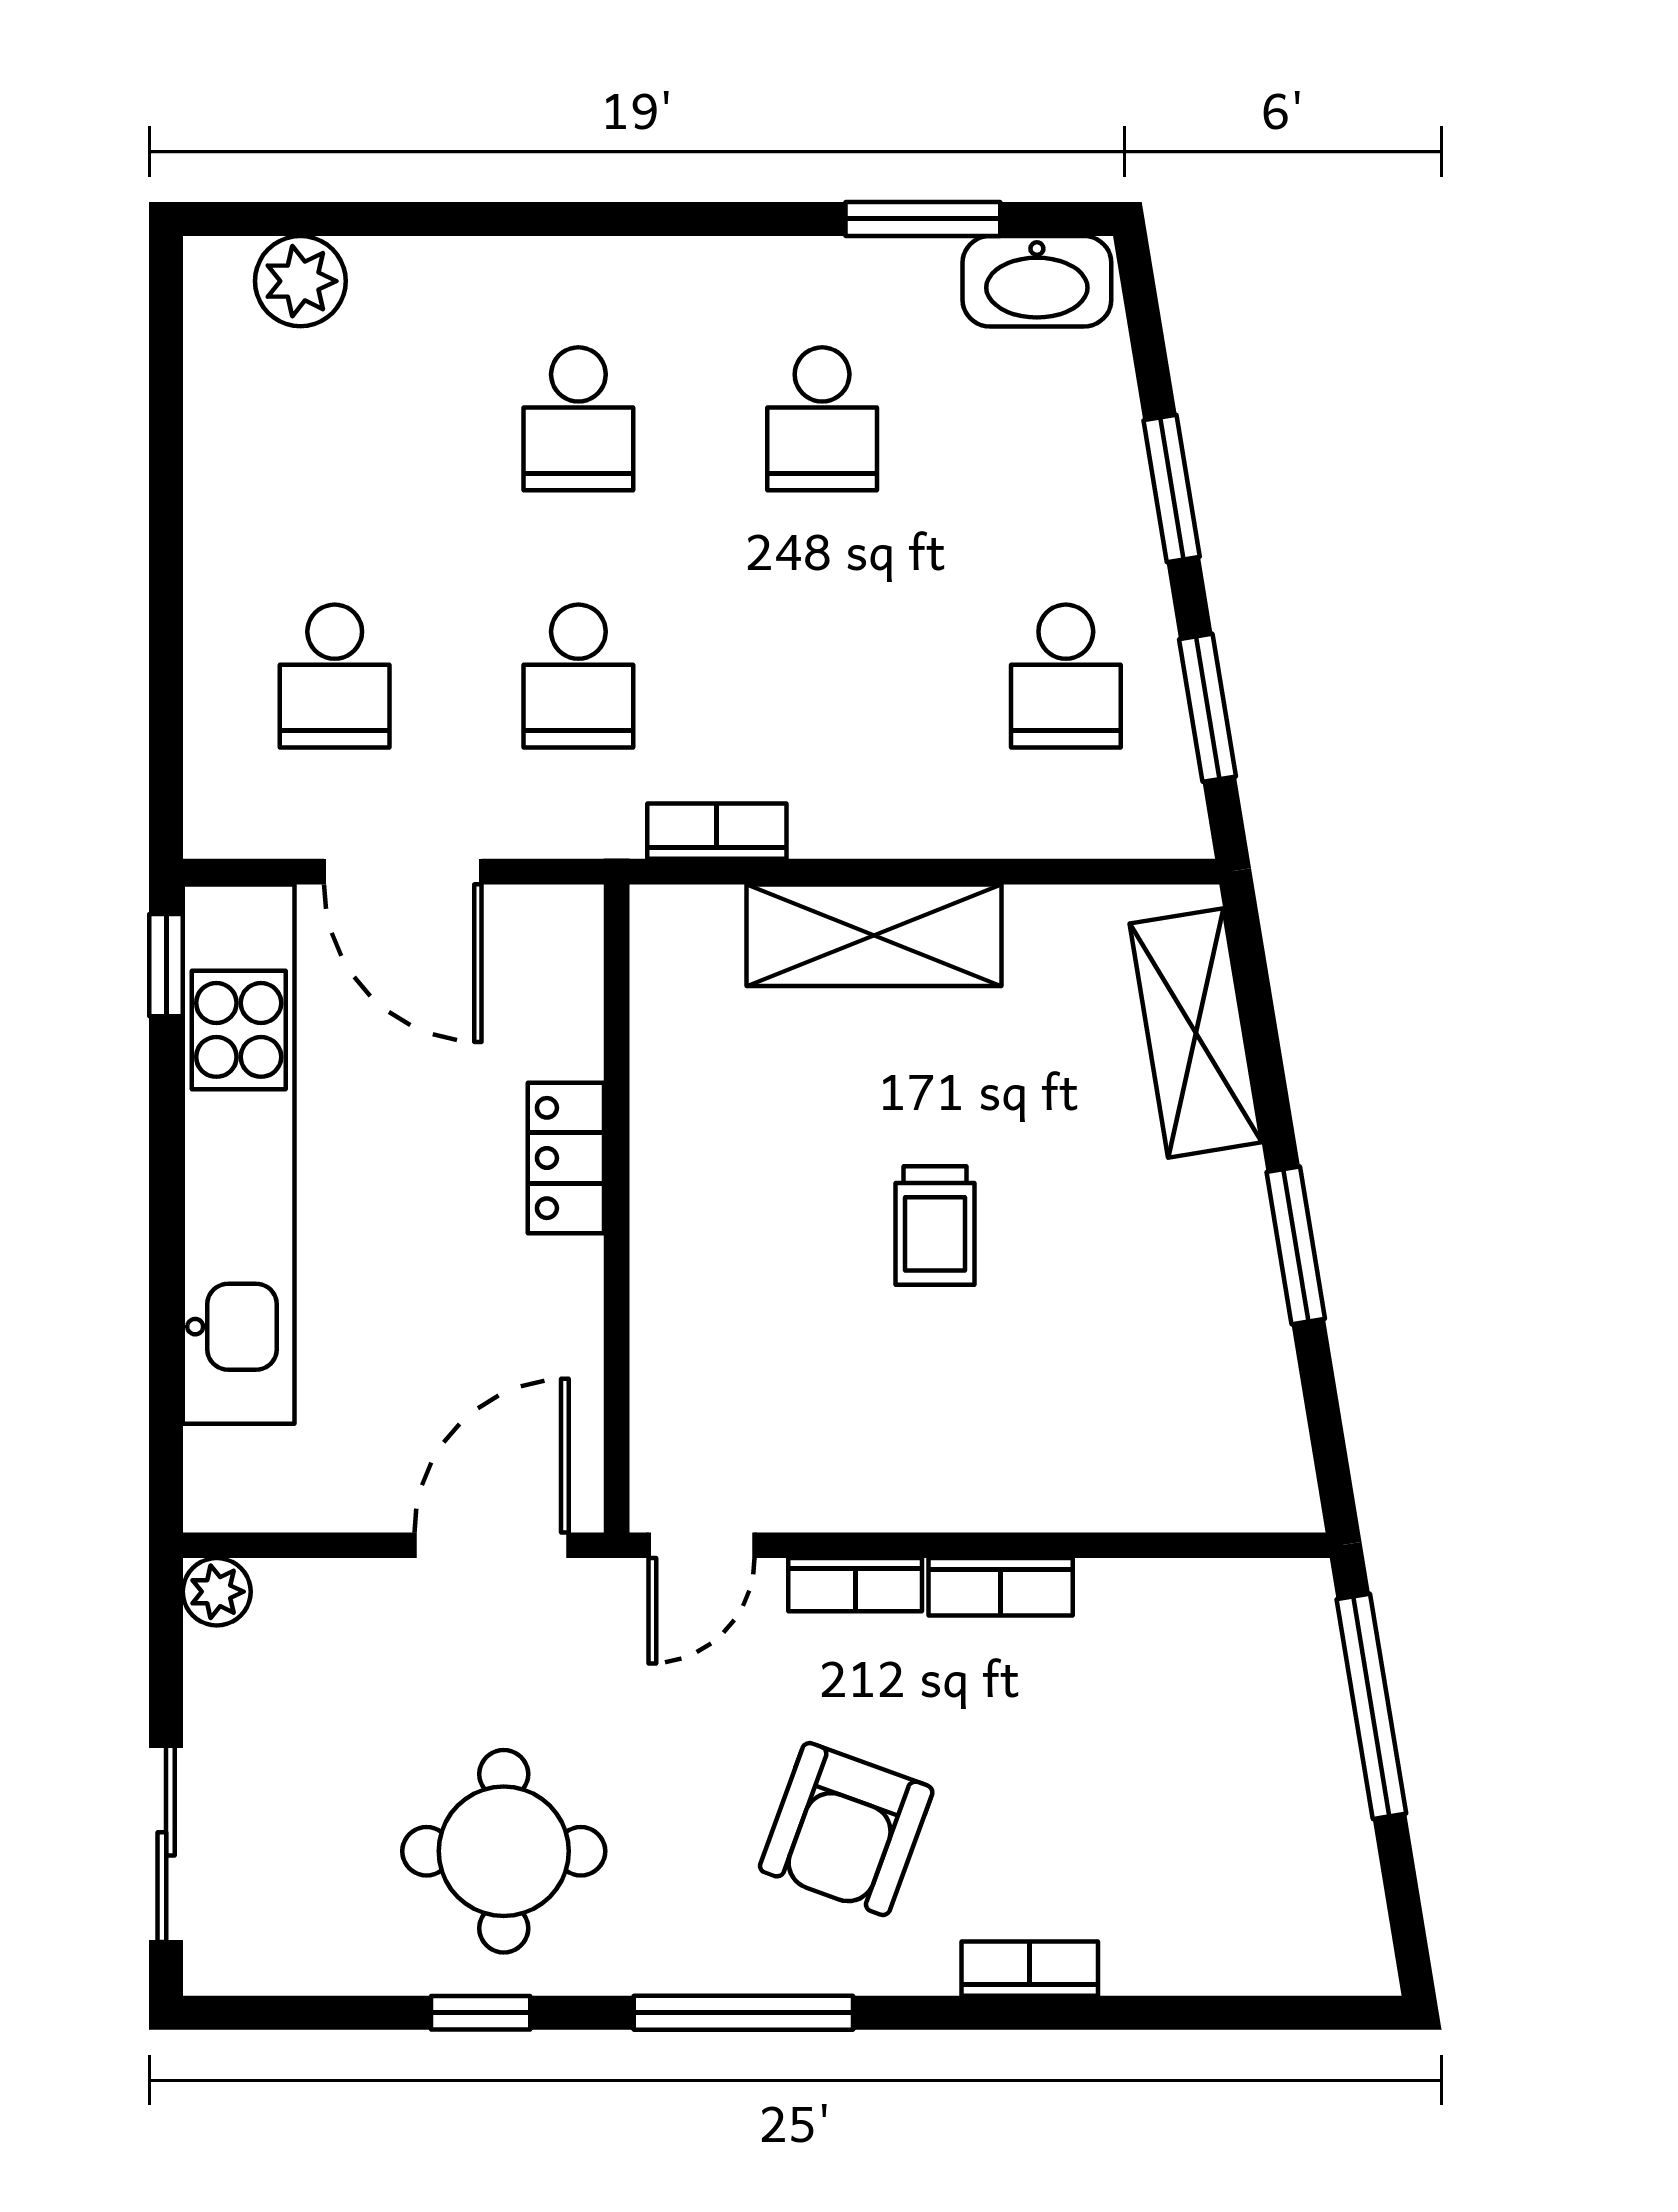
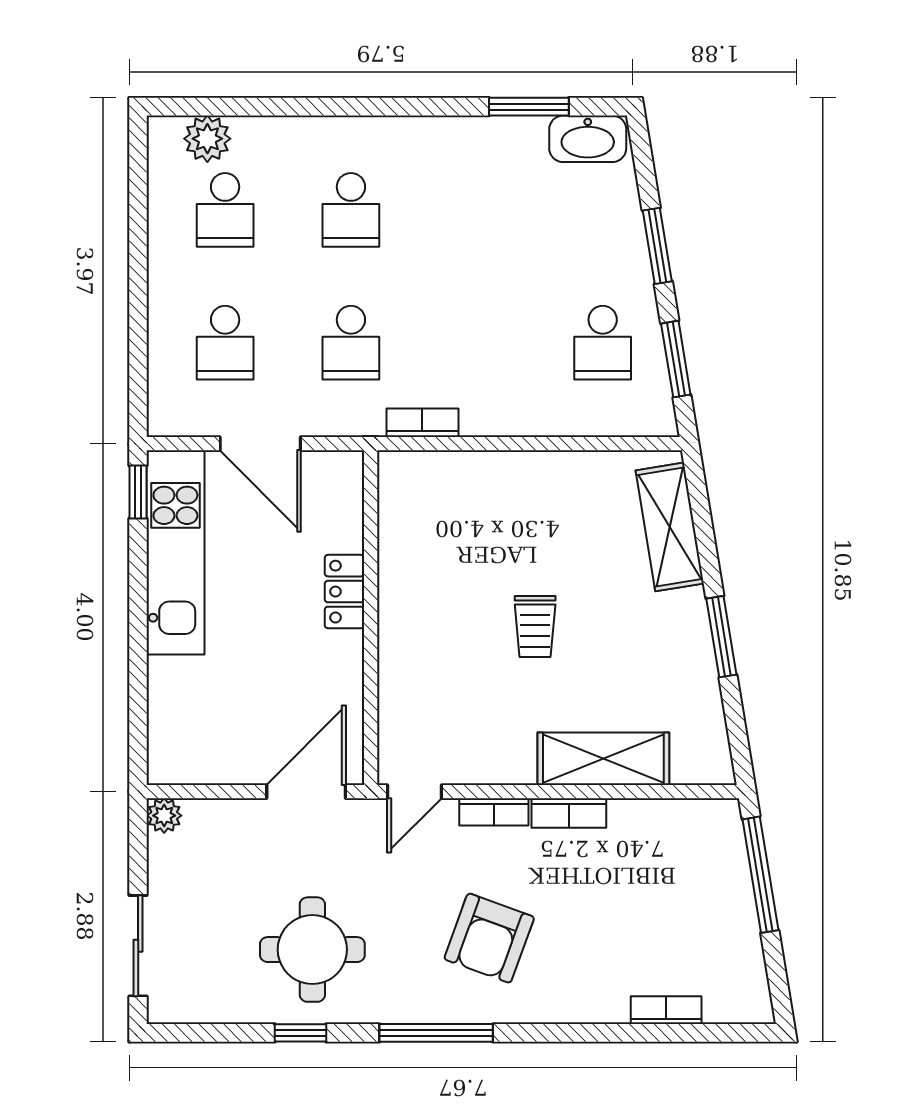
school desk: (822, 419) -> (225, 210), moved
shelving: (874, 935) -> (603, 759), moved
kitchen unit: (239, 1154) -> (175, 552), width x0.73
bookcase: (1030, 1969) -> (666, 1010), moved

